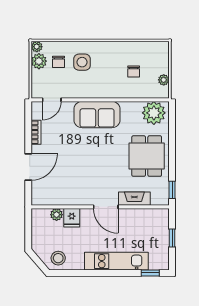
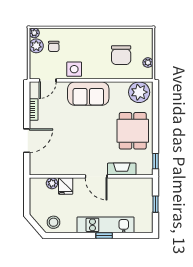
side table: (82, 62) -> (74, 69), moved
chair: (134, 71) -> (121, 55), width x1.87, depth x1.87
window: (150, 273) -> (104, 236), moved

